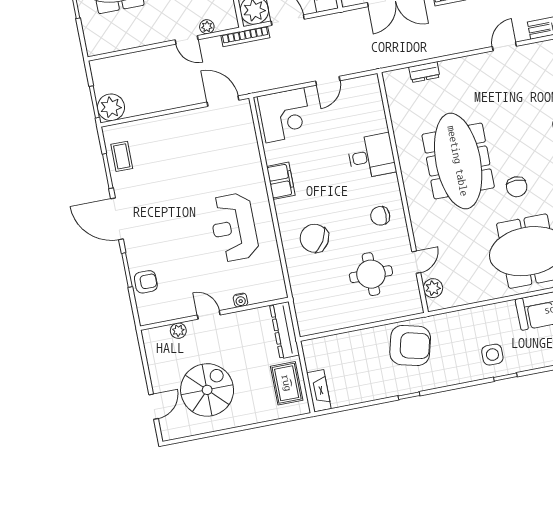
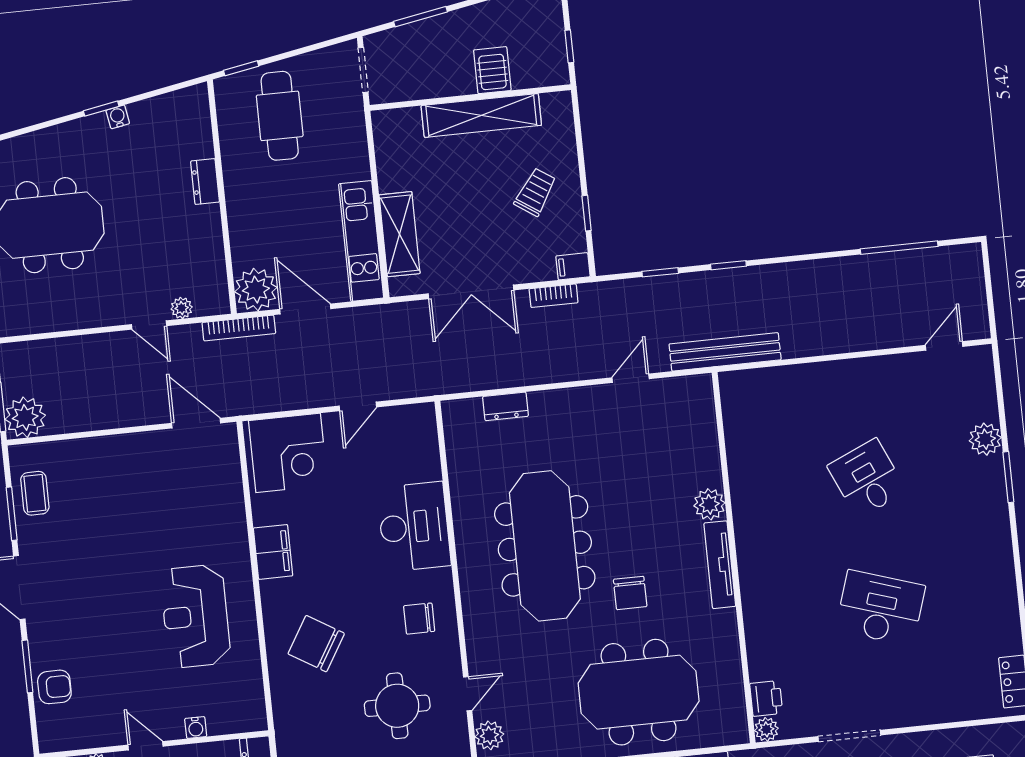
desk: (371, 156) -> (414, 527), width x1.37

